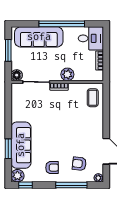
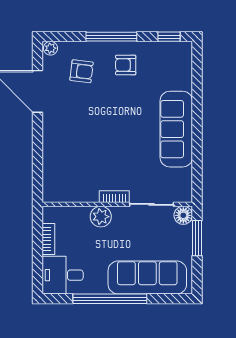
window: (8, 50) -> (197, 238), moved
coffee table: (93, 98) -> (60, 179), removed
sofa: (21, 145) -> (176, 129), moved
window: (8, 149) -> (197, 96), removed
plant: (17, 176) -> (182, 52), removed
window: (71, 185) -> (111, 37), moved

